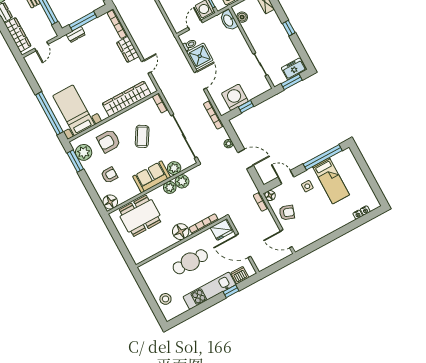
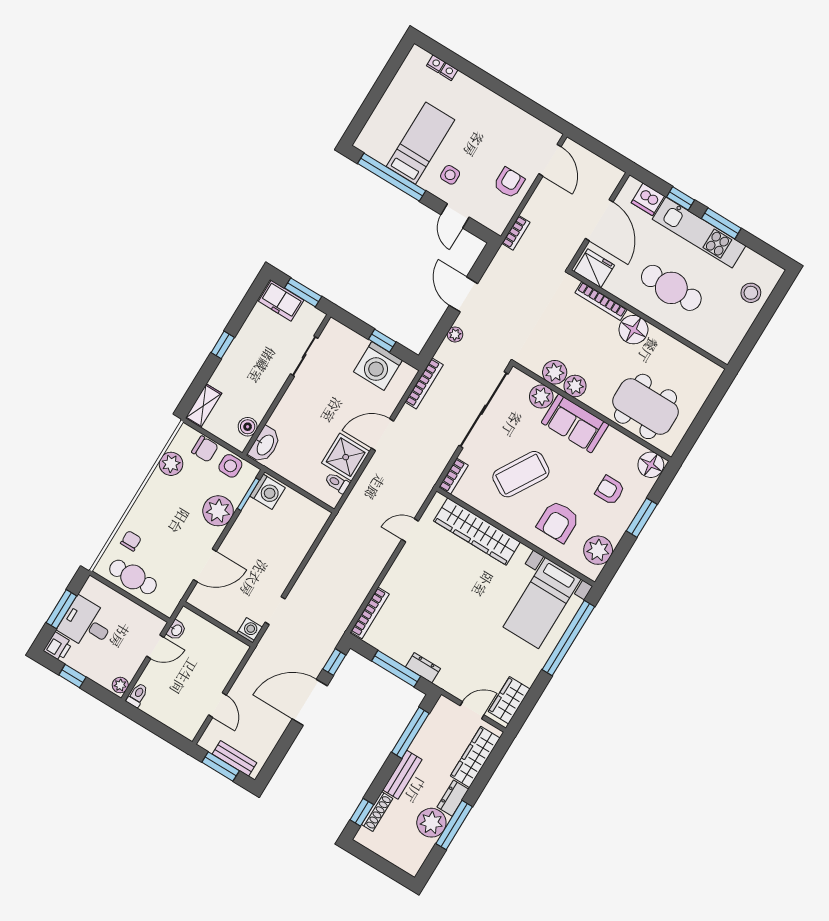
door: (195, 25) -> (302, 492), removed
wardrobe: (128, 49) -> (509, 700), moved, turned 180
coffee table: (142, 136) -> (521, 474), width x1.36, depth x1.32
armchair: (109, 141) -> (558, 522), turned 90
window: (75, 161) -> (642, 518), moved
floor lamp: (270, 196) -> (498, 224), removed
armchair: (287, 213) -> (509, 183), turned 71
window: (207, 304) -> (721, 223), added

